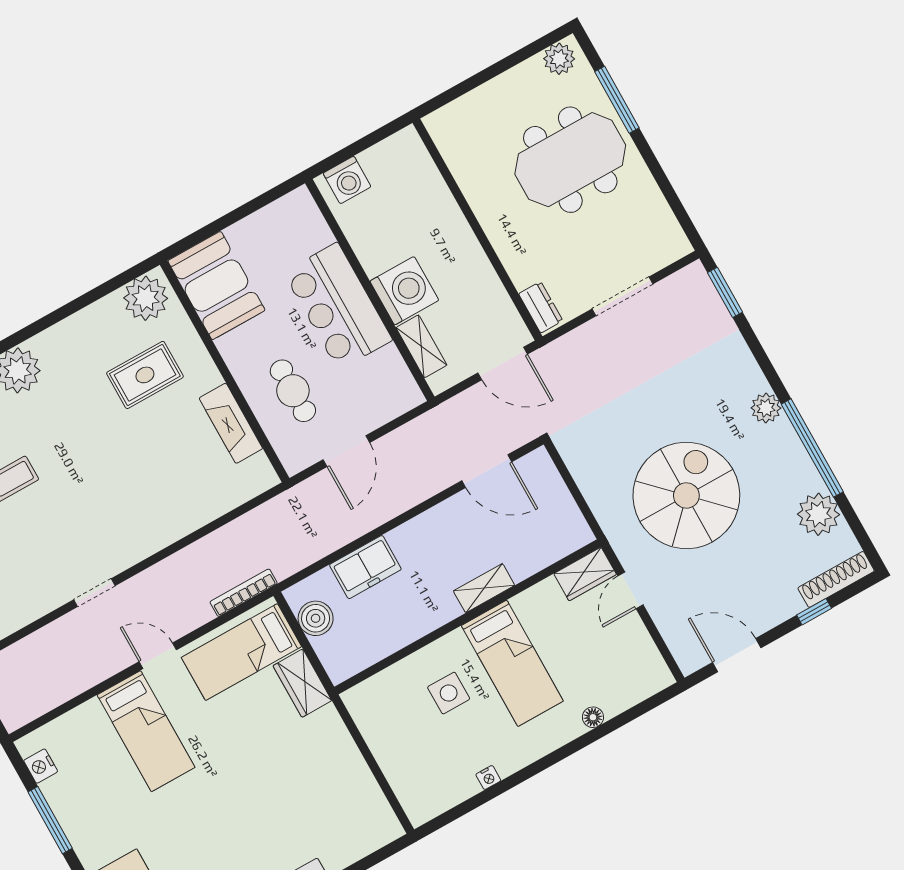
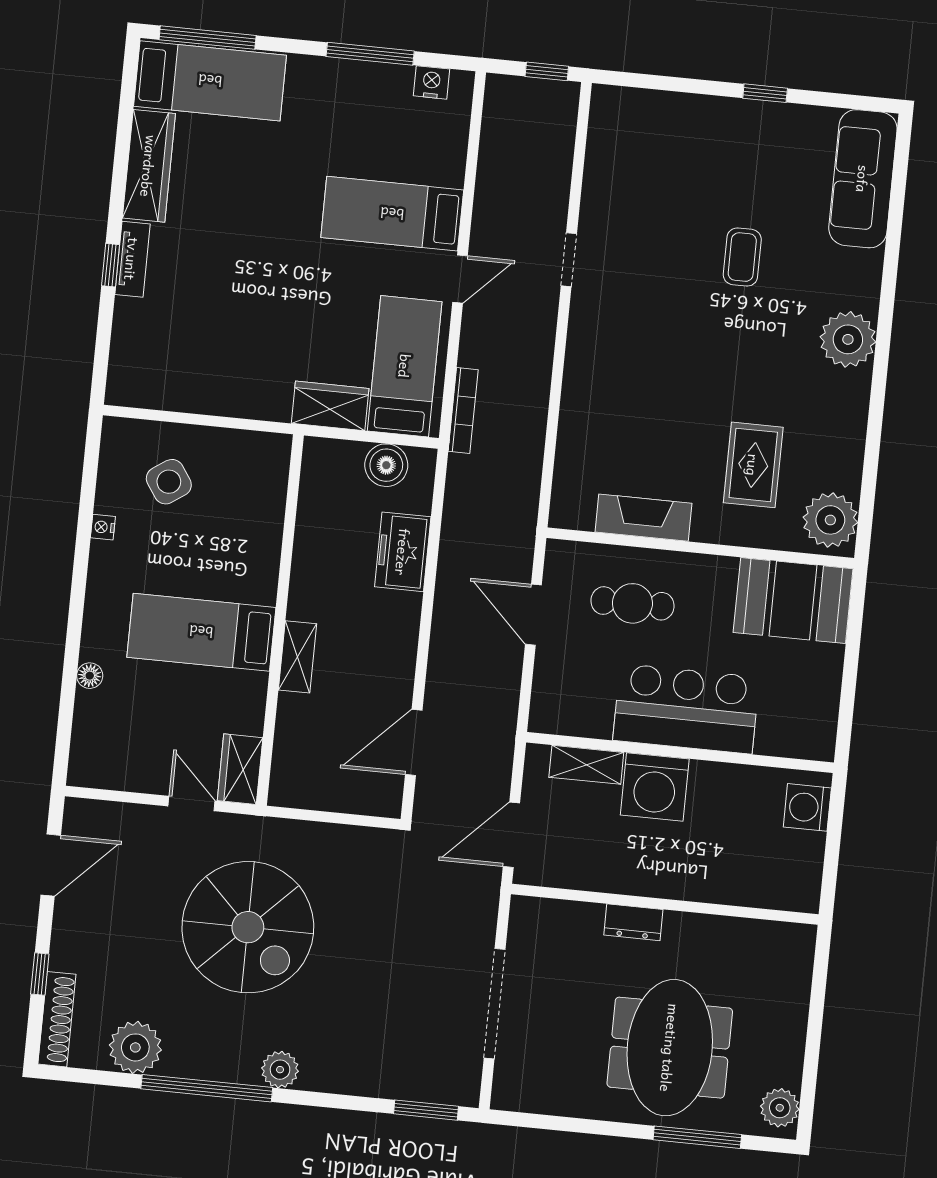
doorway: (623, 296) -> (495, 1004), width x1.36
dresser: (541, 307) -> (633, 922), moved
side table: (449, 693) -> (169, 482), moved, turned -34

